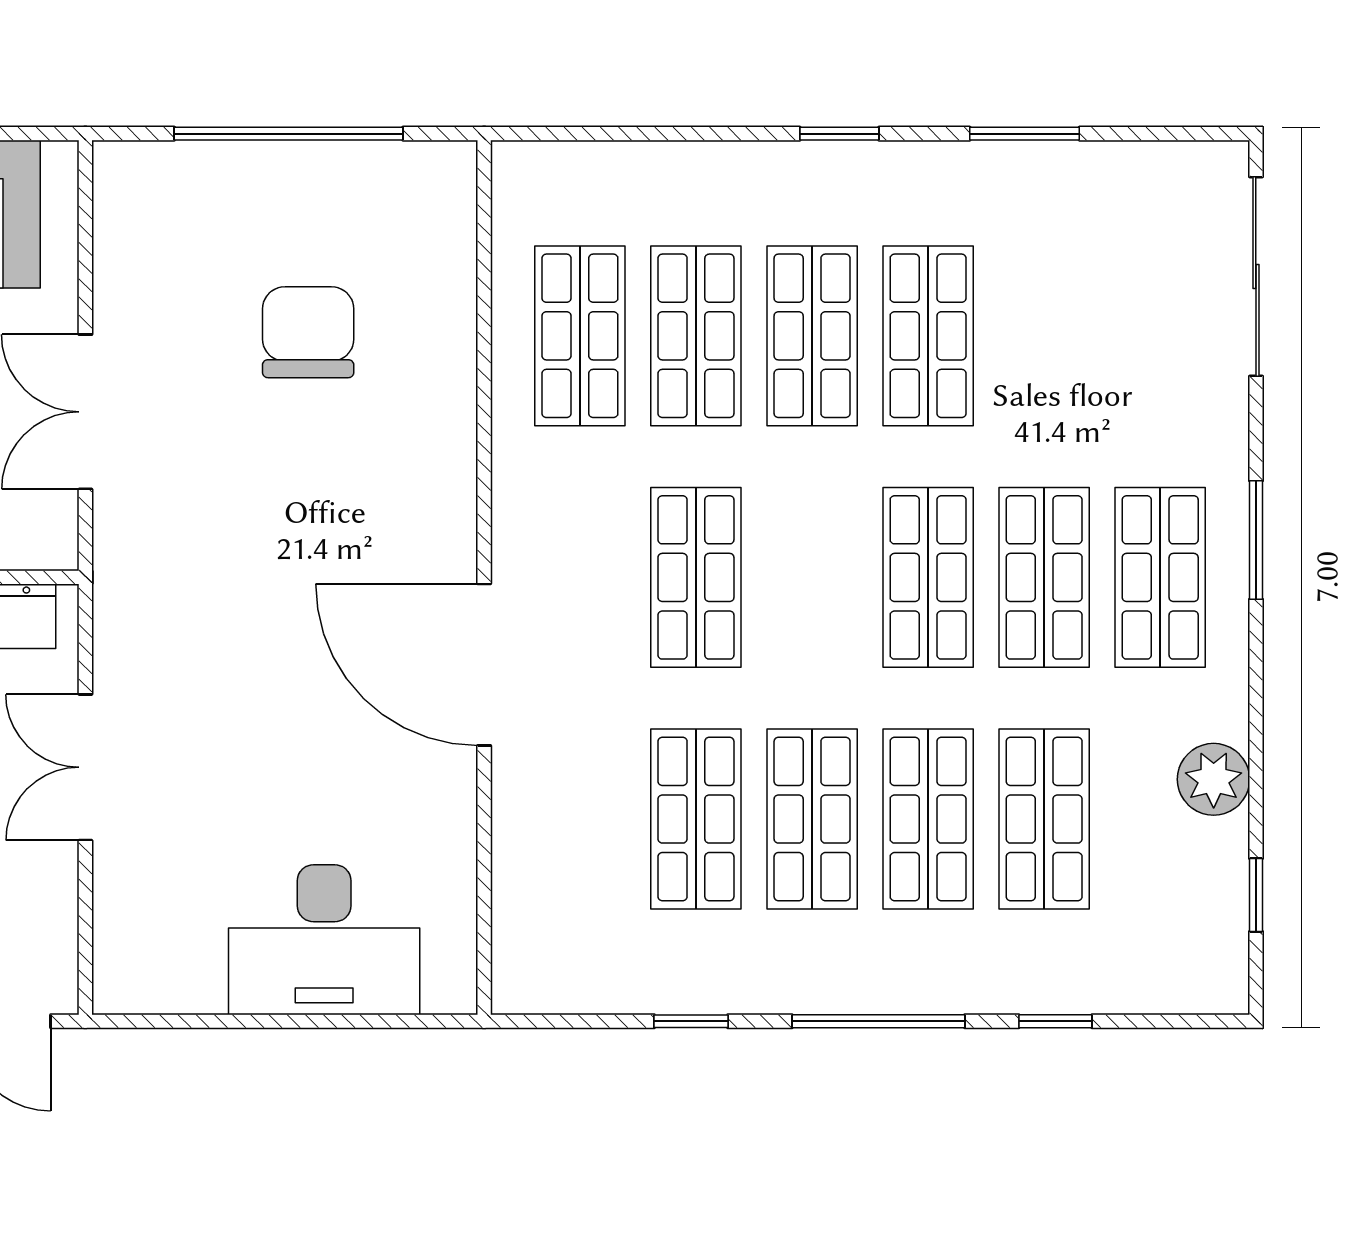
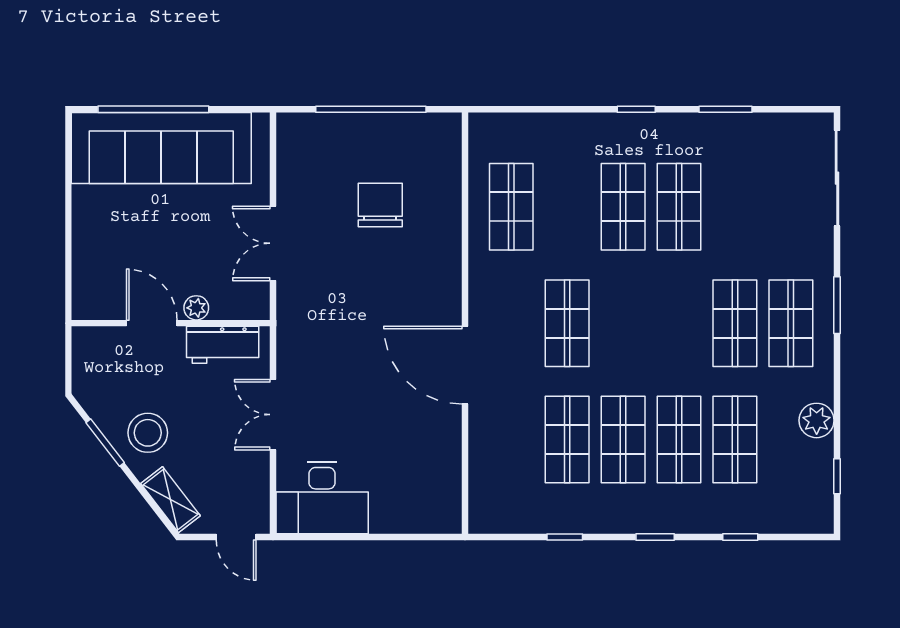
shop shelf: (696, 336) -> (567, 207), removed
shop shelf: (928, 577) -> (679, 323), removed
desk: (324, 940) -> (322, 498), moved
window: (878, 1021) -> (655, 537), width x0.46

